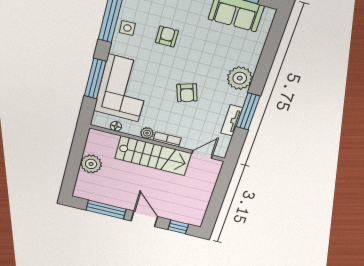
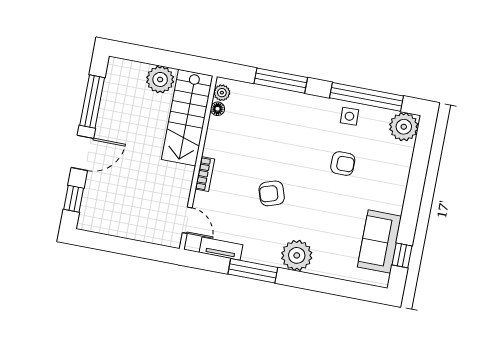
corner sofa: (123, 88) -> (271, 115), removed
tv unit: (232, 120) -> (221, 249), moved
plant: (147, 133) -> (222, 93), moved
stairs: (153, 156) -> (187, 118), moved

